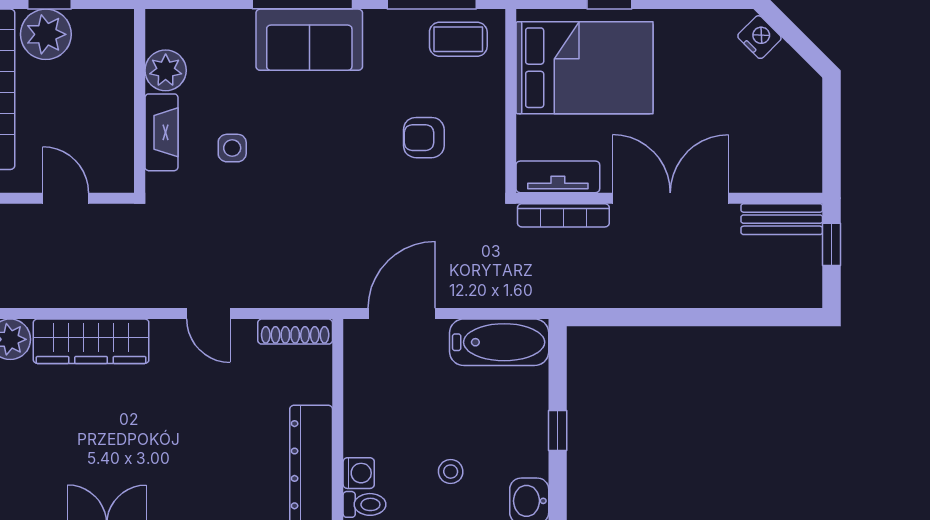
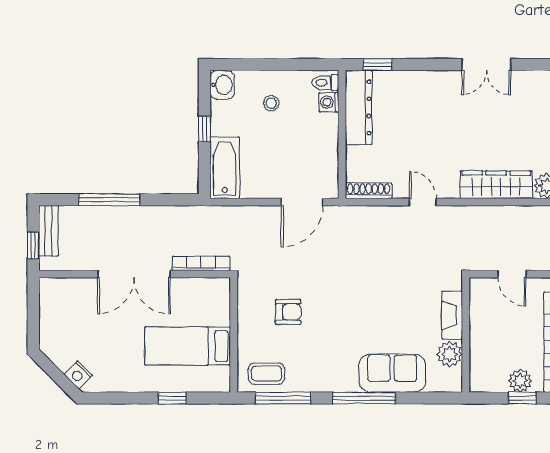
plant: (46, 34) -> (520, 381), width x0.73, depth x0.73
sofa: (309, 40) -> (392, 373), moved
bed: (585, 68) -> (188, 346), width x0.67
side table: (232, 148) -> (408, 305), removed
tv unit: (558, 177) -> (204, 287), removed
bench: (782, 219) -> (49, 231), moved, turned 90
window: (710, 317) -> (109, 200), added
bathtub: (499, 342) -> (225, 168), moved, turned 90

